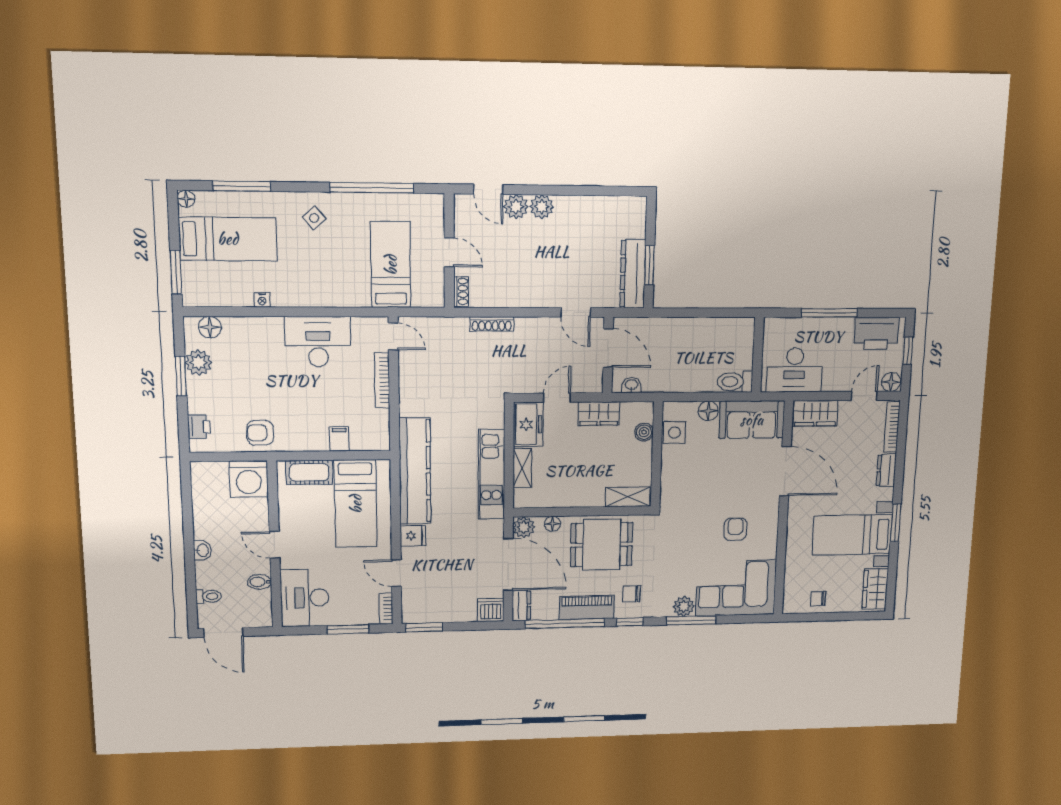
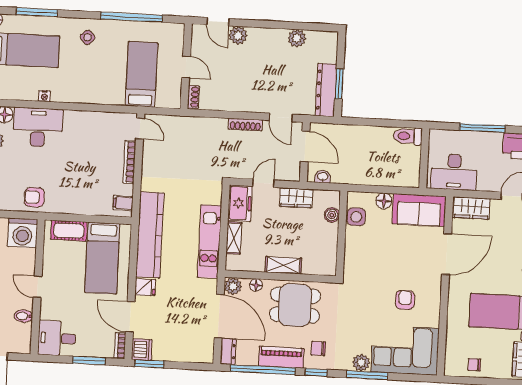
plant: (542, 207) -> (297, 38), moved
shoe rack: (492, 324) -> (245, 125), moved
desk: (318, 342) -> (38, 127), moved
toilet: (735, 382) -> (408, 136), moved
filing cabinet: (339, 439) -> (123, 203), moved, turned -90
door: (785, 471) -> (447, 254), hinge flipped
shelving: (628, 497) -> (283, 265), moved
door: (396, 573) -> (130, 317), width x1.38
desk: (305, 598) -> (57, 338), width x0.73
dishwasher: (491, 610) -> (142, 349), moved, turned 90

